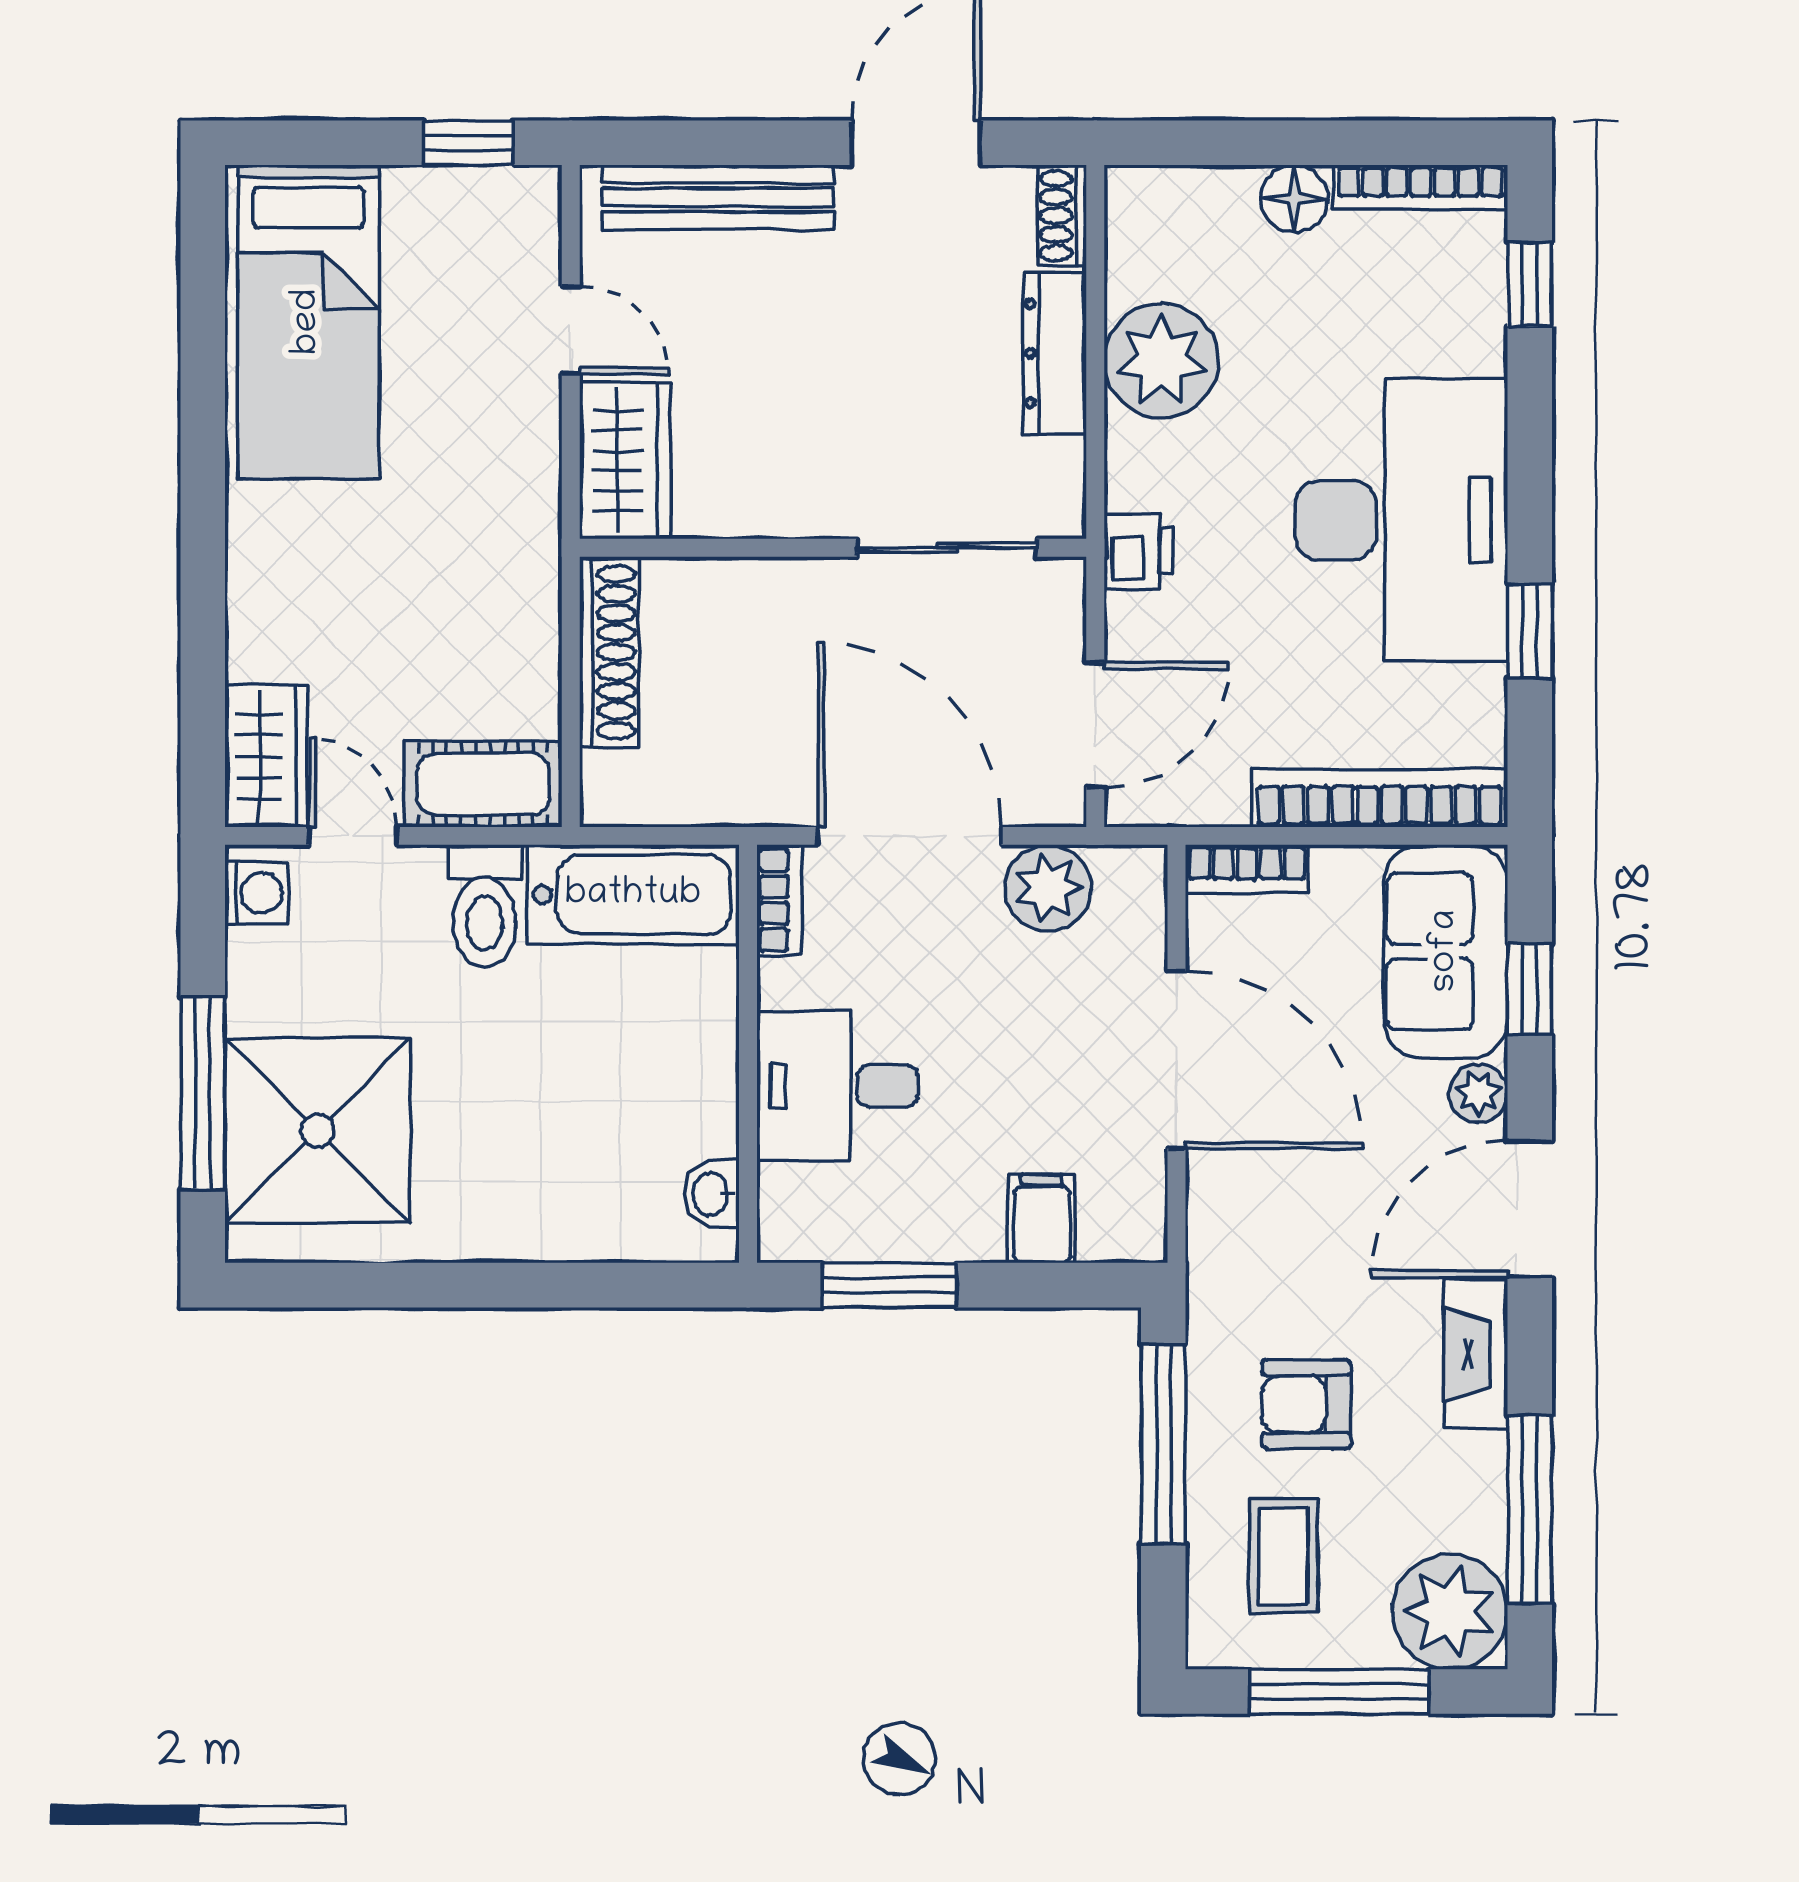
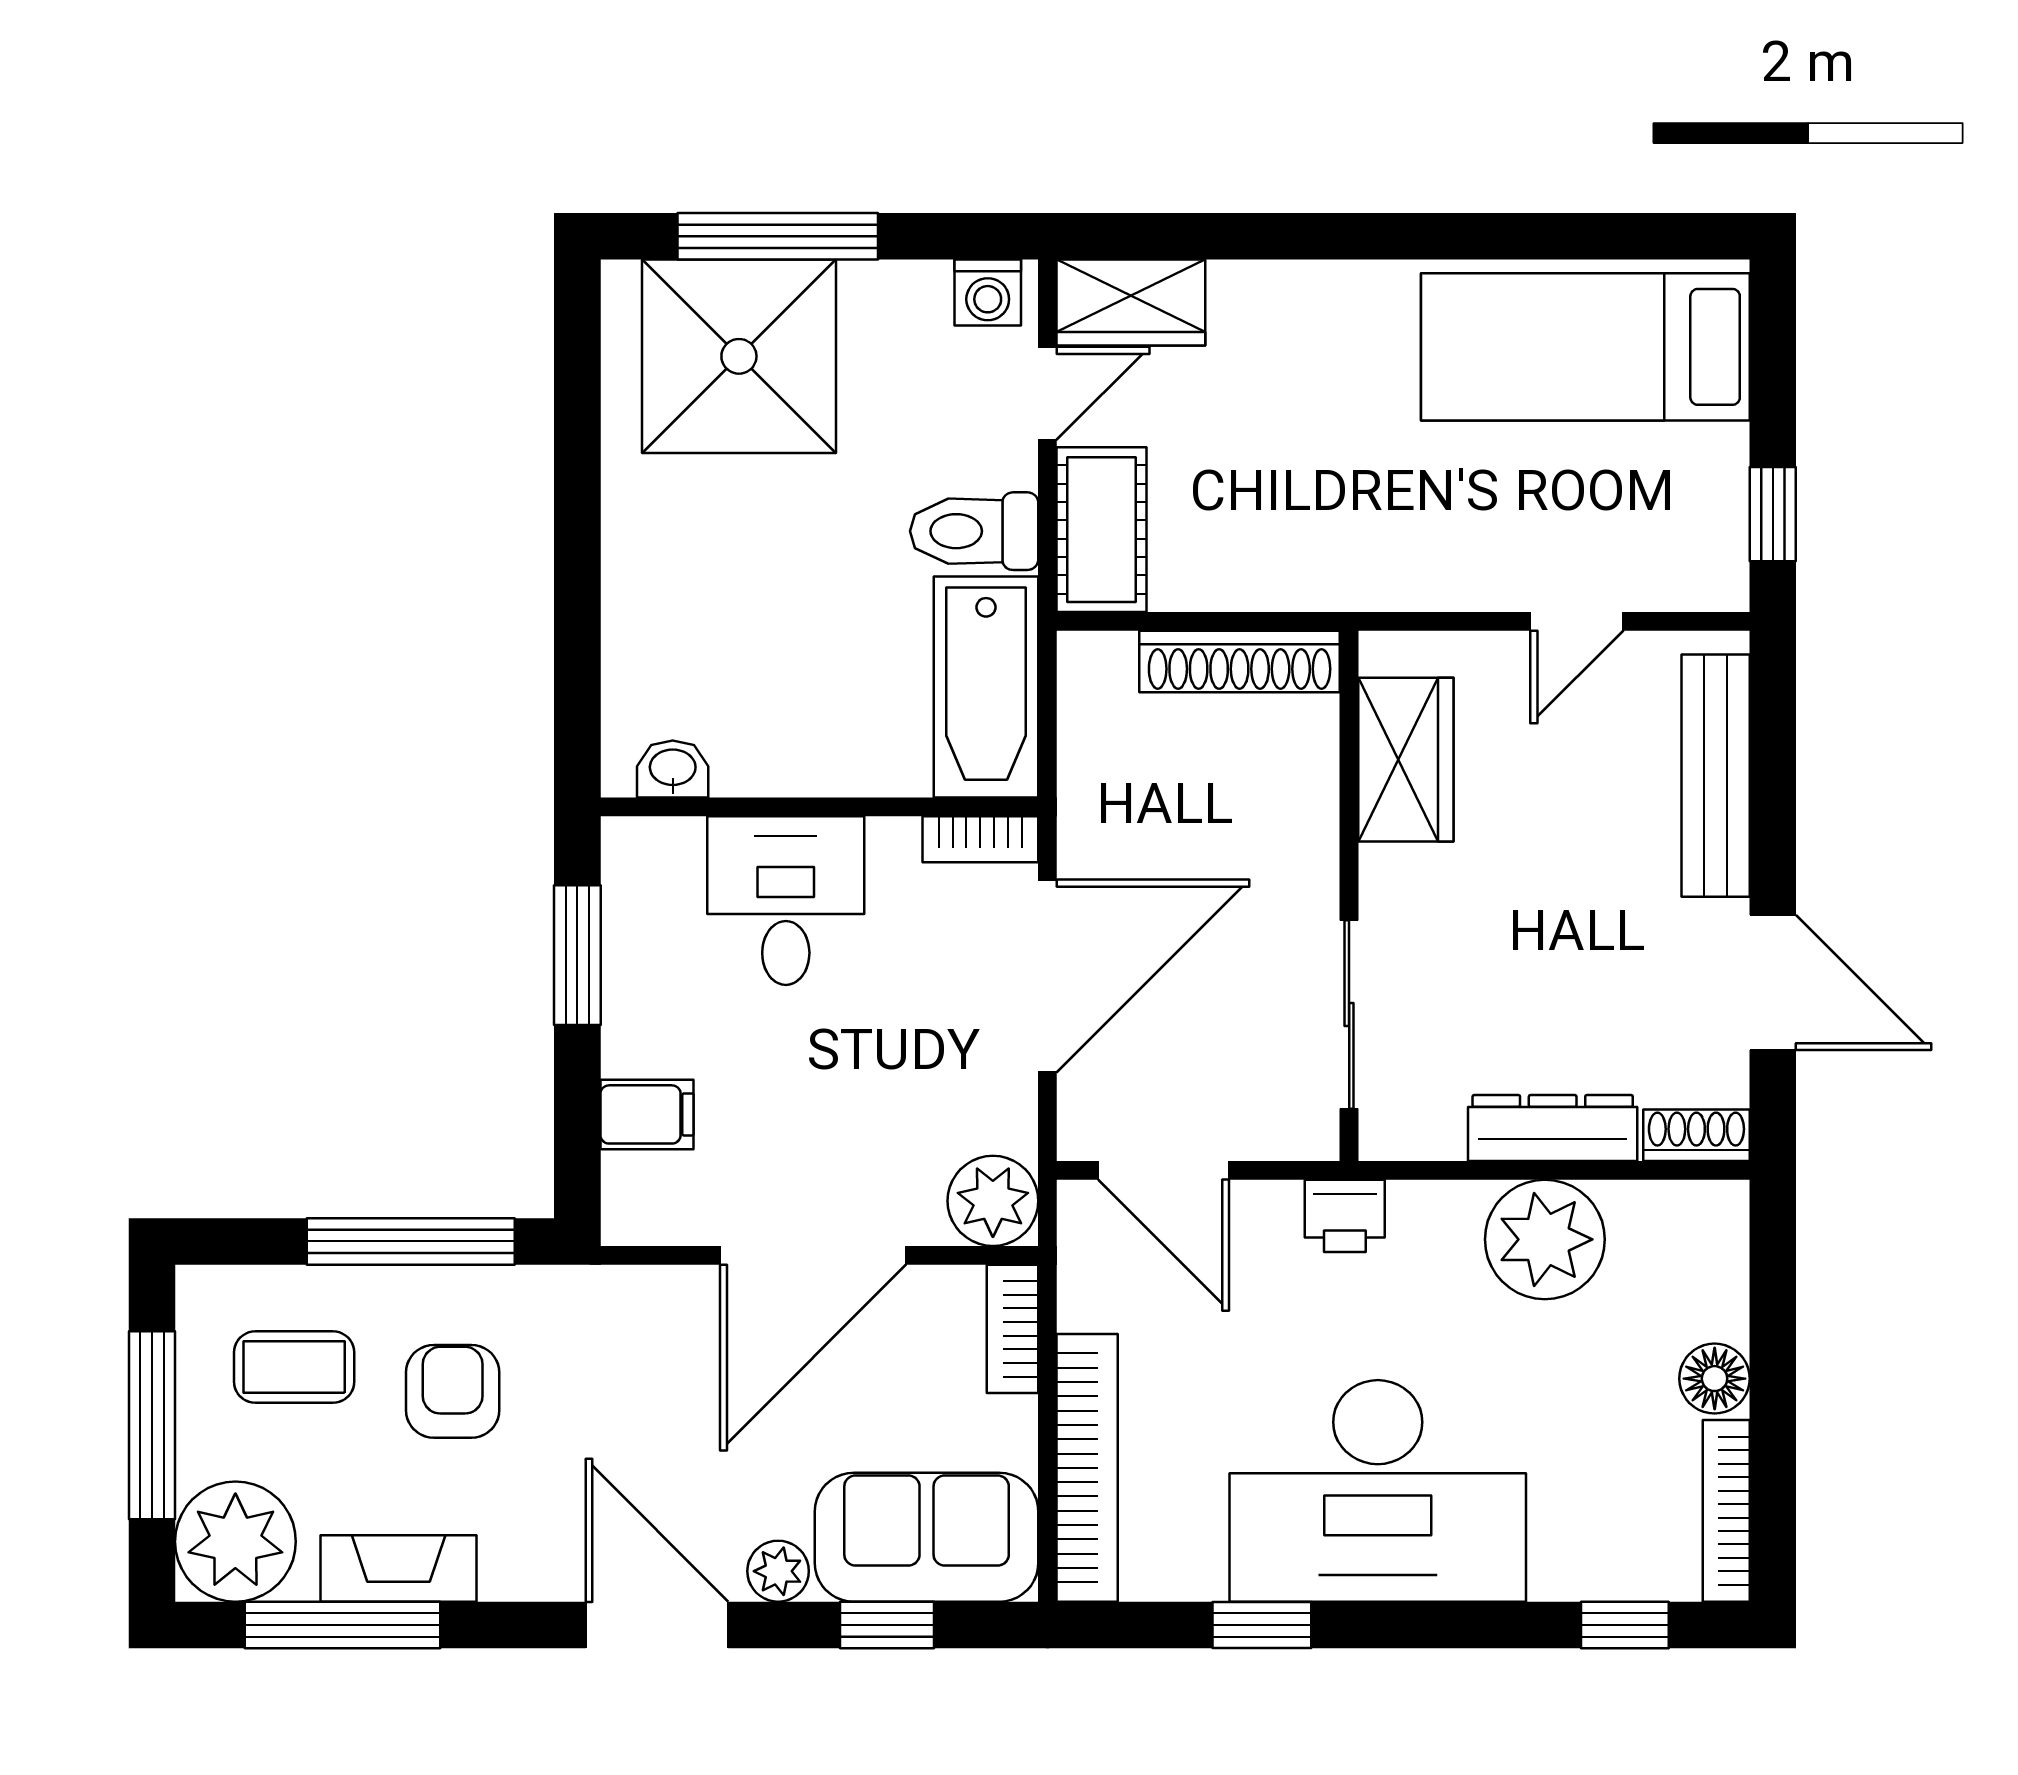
wardrobe: (625, 461) -> (1406, 760), moved, turned -90
plant: (1048, 888) -> (993, 1201), moved
fireplace: (1476, 1354) -> (399, 1569), moved

